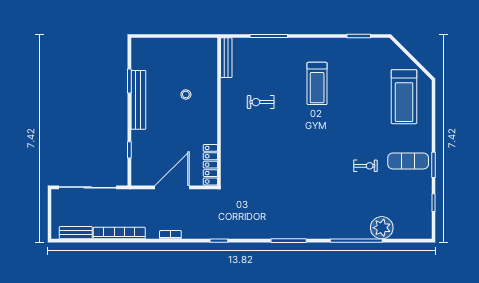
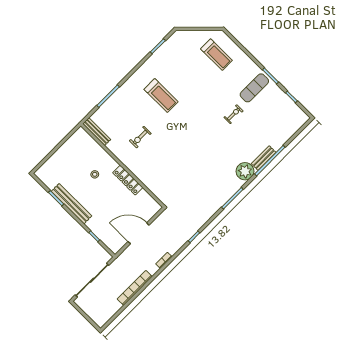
treadmill: (404, 97) -> (216, 55), width x0.73, depth x0.73
locker: (210, 165) -> (128, 180), moved
door: (172, 187) -> (139, 233), hinge flipped
plant: (382, 228) -> (245, 171), moved
bench: (76, 233) -> (264, 158), moved

